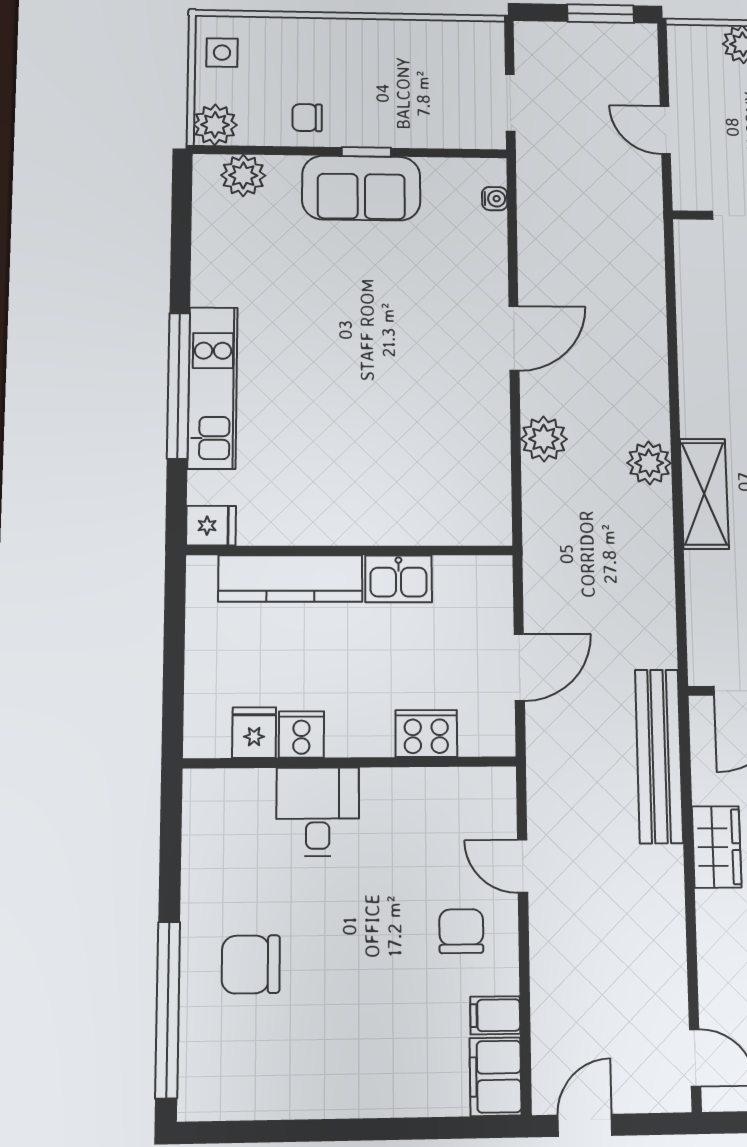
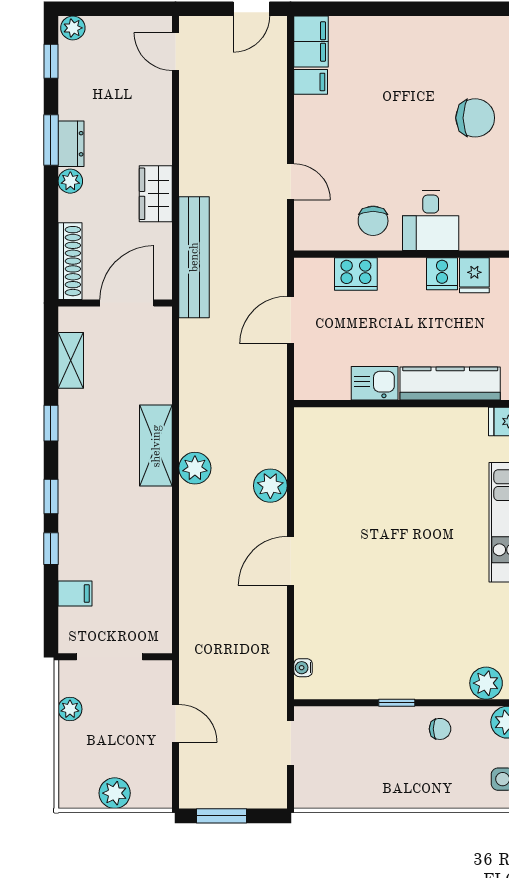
sofa: (361, 188) -> (400, 675), removed
chair: (461, 931) -> (373, 221), moved

